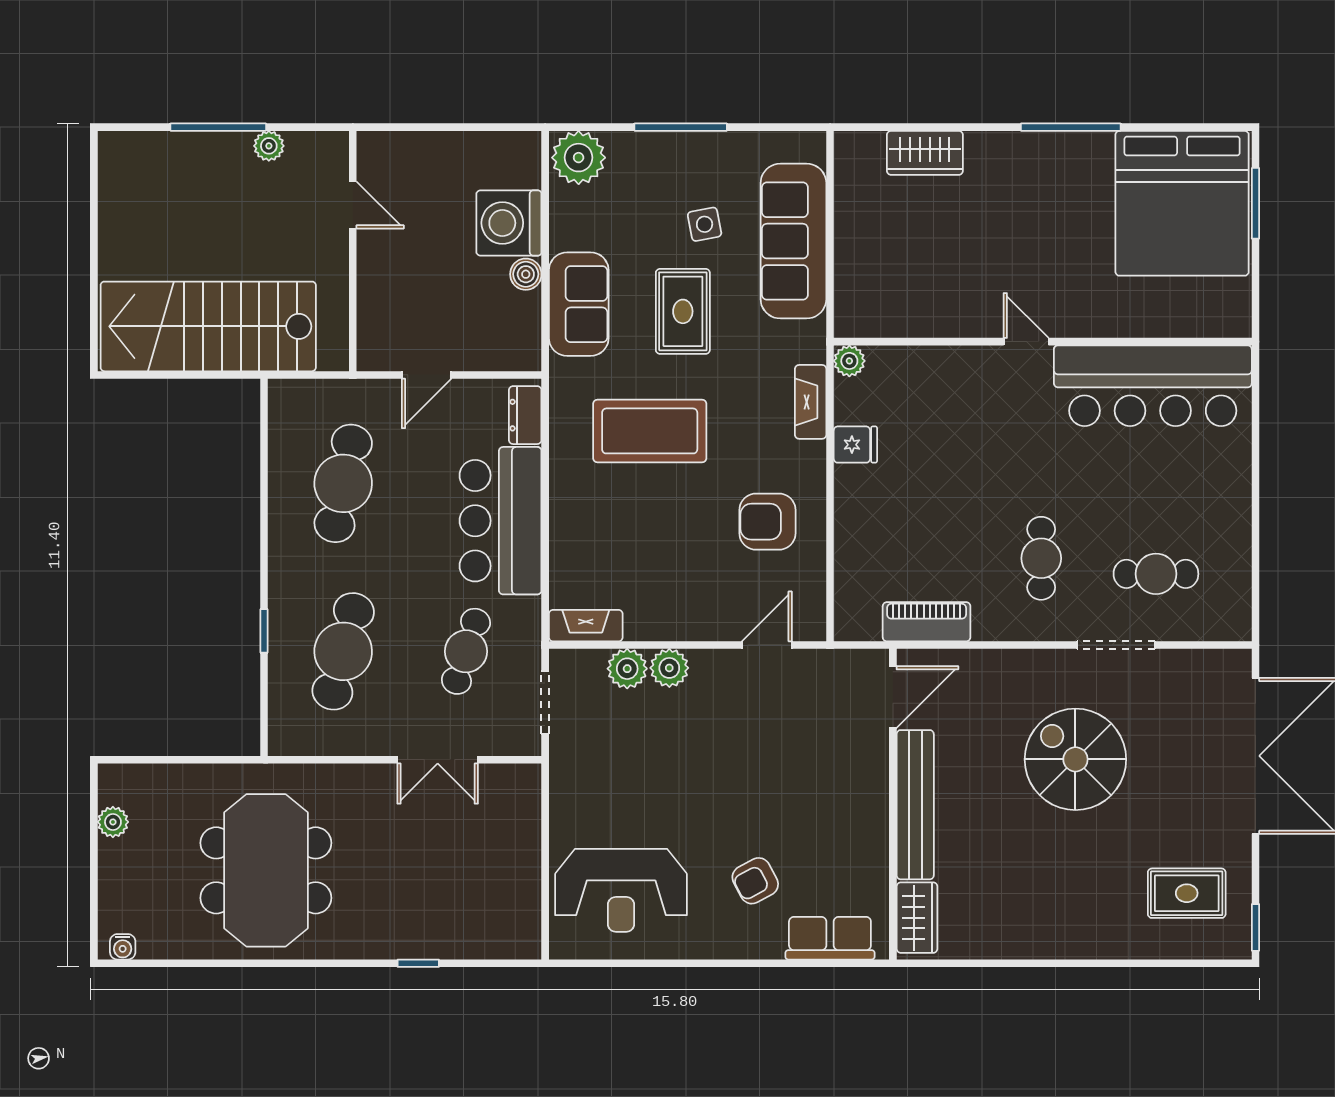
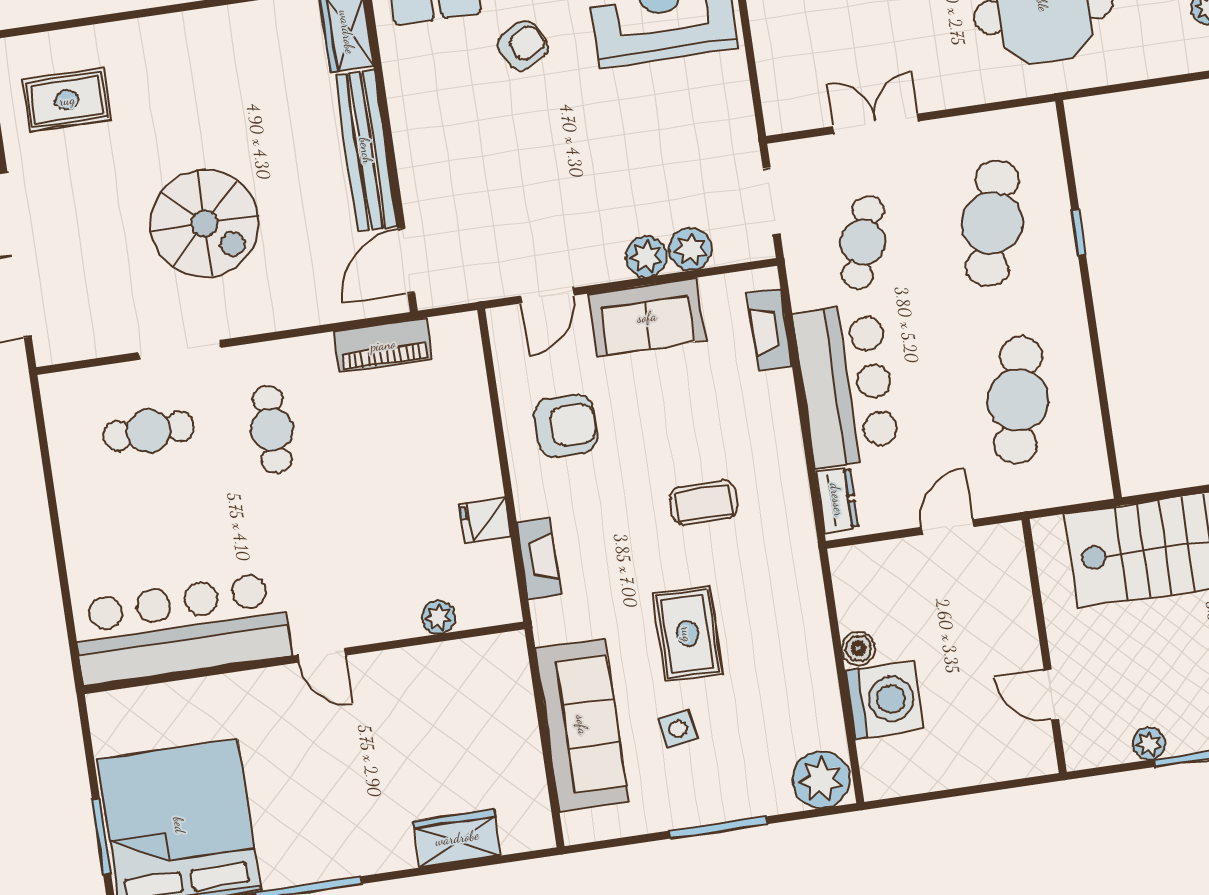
sofa: (579, 304) -> (647, 317), moved, turned -90
plant: (849, 361) -> (438, 617), moved
coffee table: (650, 431) -> (704, 503), width x0.54, depth x0.58
fireplace: (586, 626) -> (770, 330), moved, turned 90

